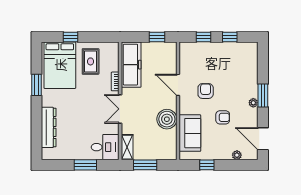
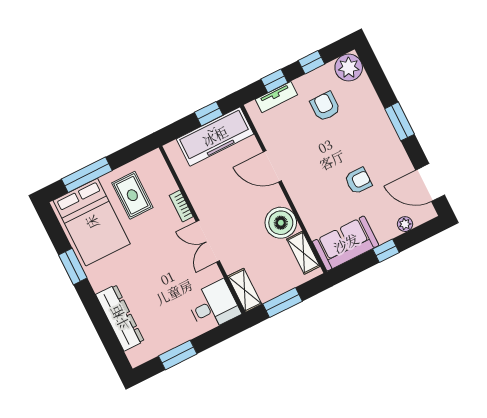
window: (71, 37) -> (87, 175), width x2.17
tv unit: (200, 47) -> (276, 97), added
freezer: (131, 65) -> (215, 136), moved, turned 90
armchair: (206, 91) -> (325, 106), moved
plant: (253, 103) -> (349, 68), moved, width x1.87, depth x1.87
sofa: (190, 133) -> (346, 243), moved, turned -90
shelving: (171, 143) -> (303, 253), added
window: (85, 165) -> (178, 355), moved
window: (207, 165) -> (386, 251), moved

